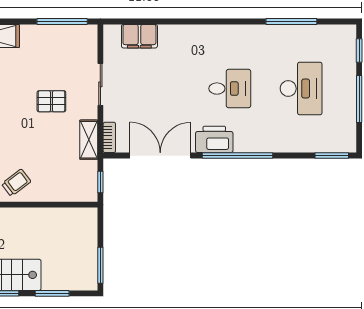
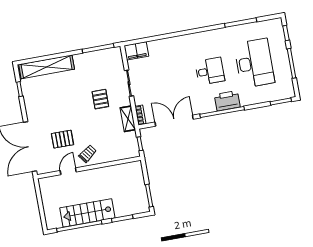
filing cabinet: (139, 36) -> (136, 51), moved
desk: (301, 89) -> (254, 63), width x1.36, depth x1.30
pallet: (51, 101) -> (100, 99), turned 90
printer: (214, 139) -> (227, 101), moved

